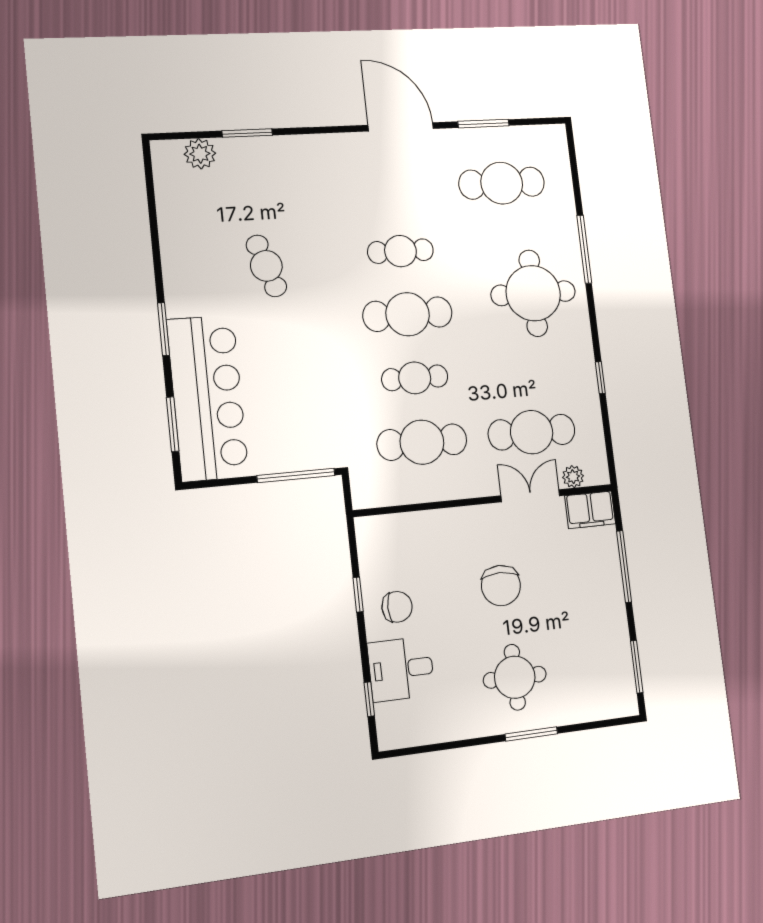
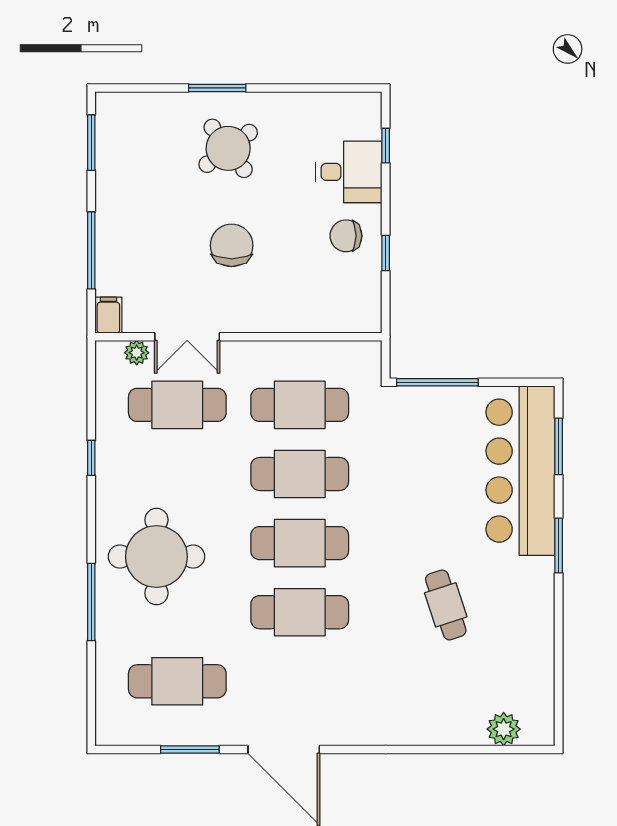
window: (247, 133) -> (452, 749), removed
cafe table: (400, 251) -> (300, 612), width x1.37, depth x1.35
cafe table: (415, 378) -> (300, 474), width x1.37, depth x1.35
filing cabinet: (590, 510) -> (108, 315), width x0.50
round table: (515, 677) -> (228, 148), turned -37

